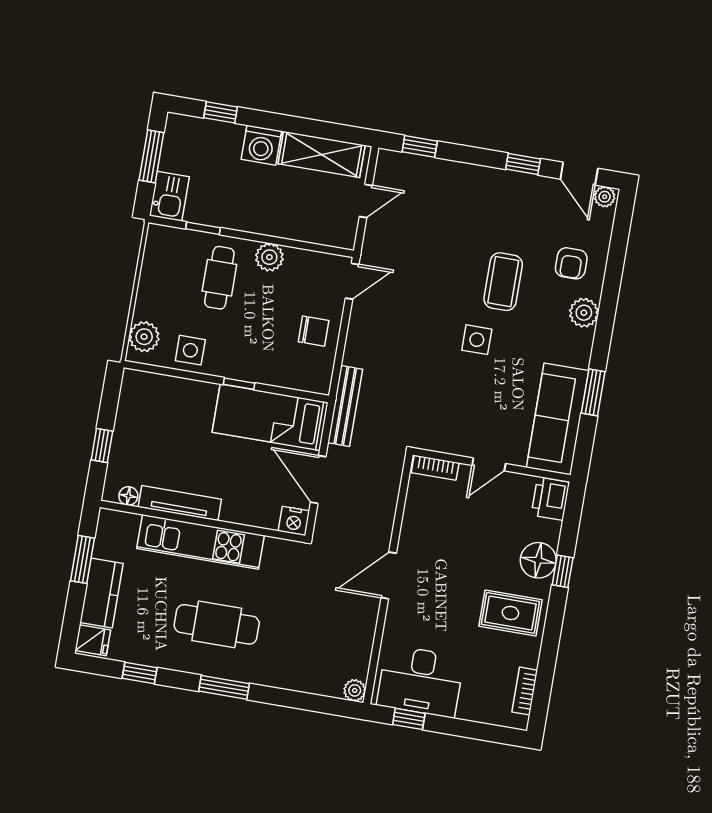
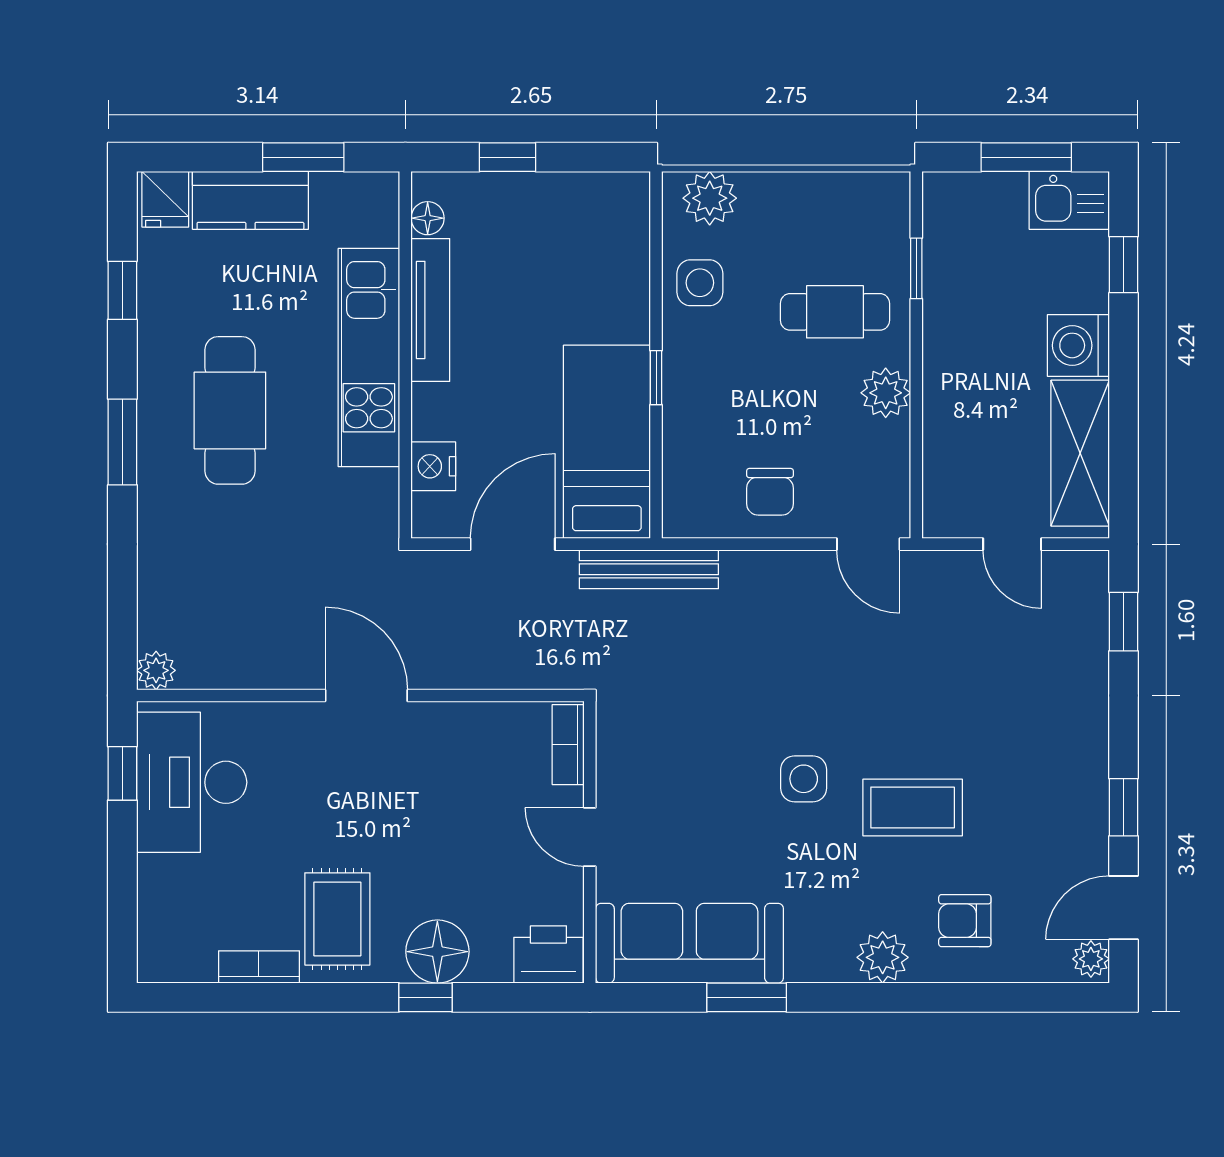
kitchen sink: (169, 196) -> (1069, 200), moved
nightstand: (294, 521) -> (433, 466), moved
bookcase: (525, 691) -> (259, 967), moved

